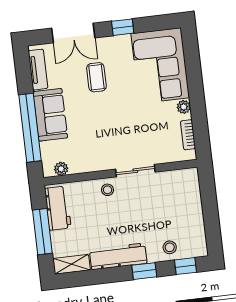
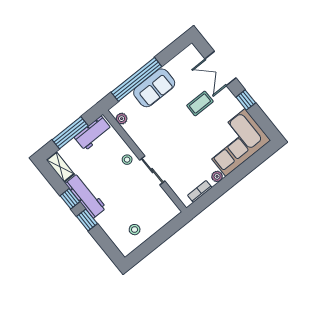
tv unit: (38, 70) -> (180, 60), removed
stool: (170, 247) -> (135, 230), moved
window: (185, 266) -> (70, 199), moved

